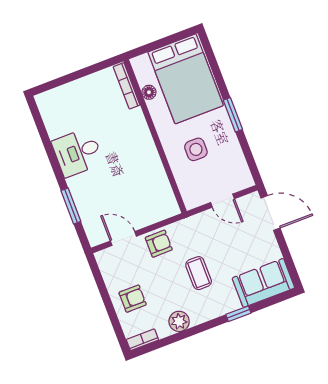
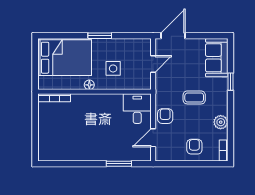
floor lamp: (149, 92) -> (89, 85), moved
desk: (78, 152) -> (137, 109), moved, turned 180

